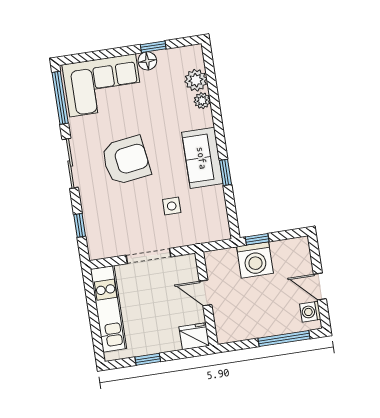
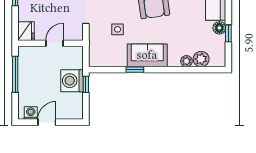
window: (284, 338) -> (15, 74), moved

